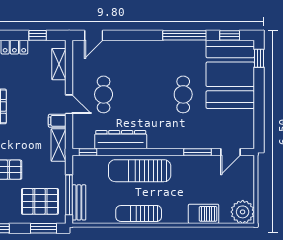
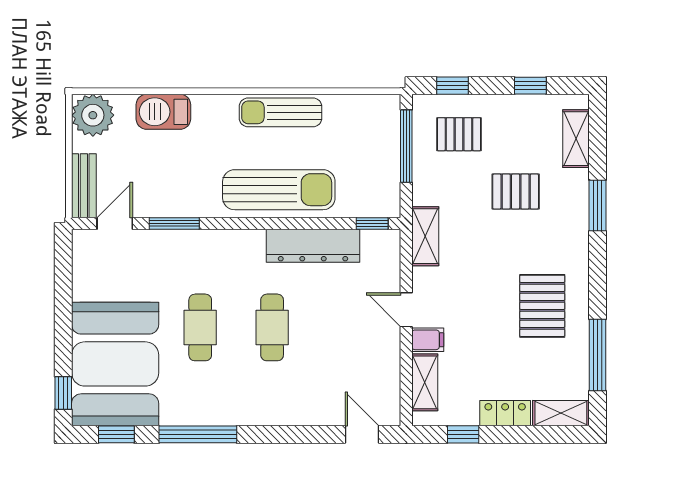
door: (94, 35) -> (362, 434), hinge flipped
cafe table: (104, 94) -> (272, 327), moved
filing cabinet: (57, 121) -> (428, 340), moved
pallet: (40, 201) -> (459, 134), width x0.67, depth x0.71
bench: (79, 202) -> (84, 186), moved
sun lounger: (139, 213) -> (281, 112), turned 180
window: (44, 228) -> (452, 86), width x0.67

